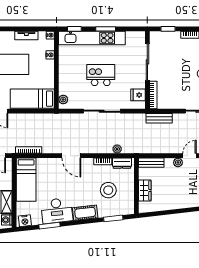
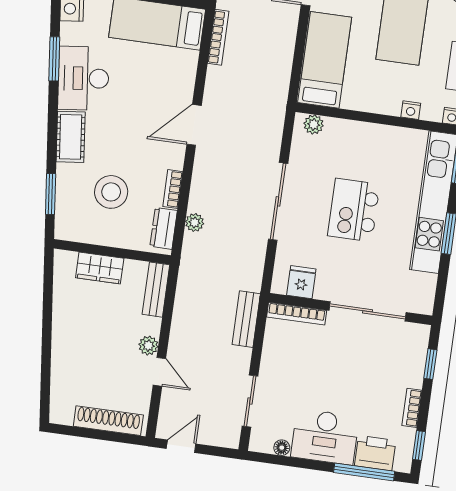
kitchen island: (101, 75) -> (354, 210), turned 180

